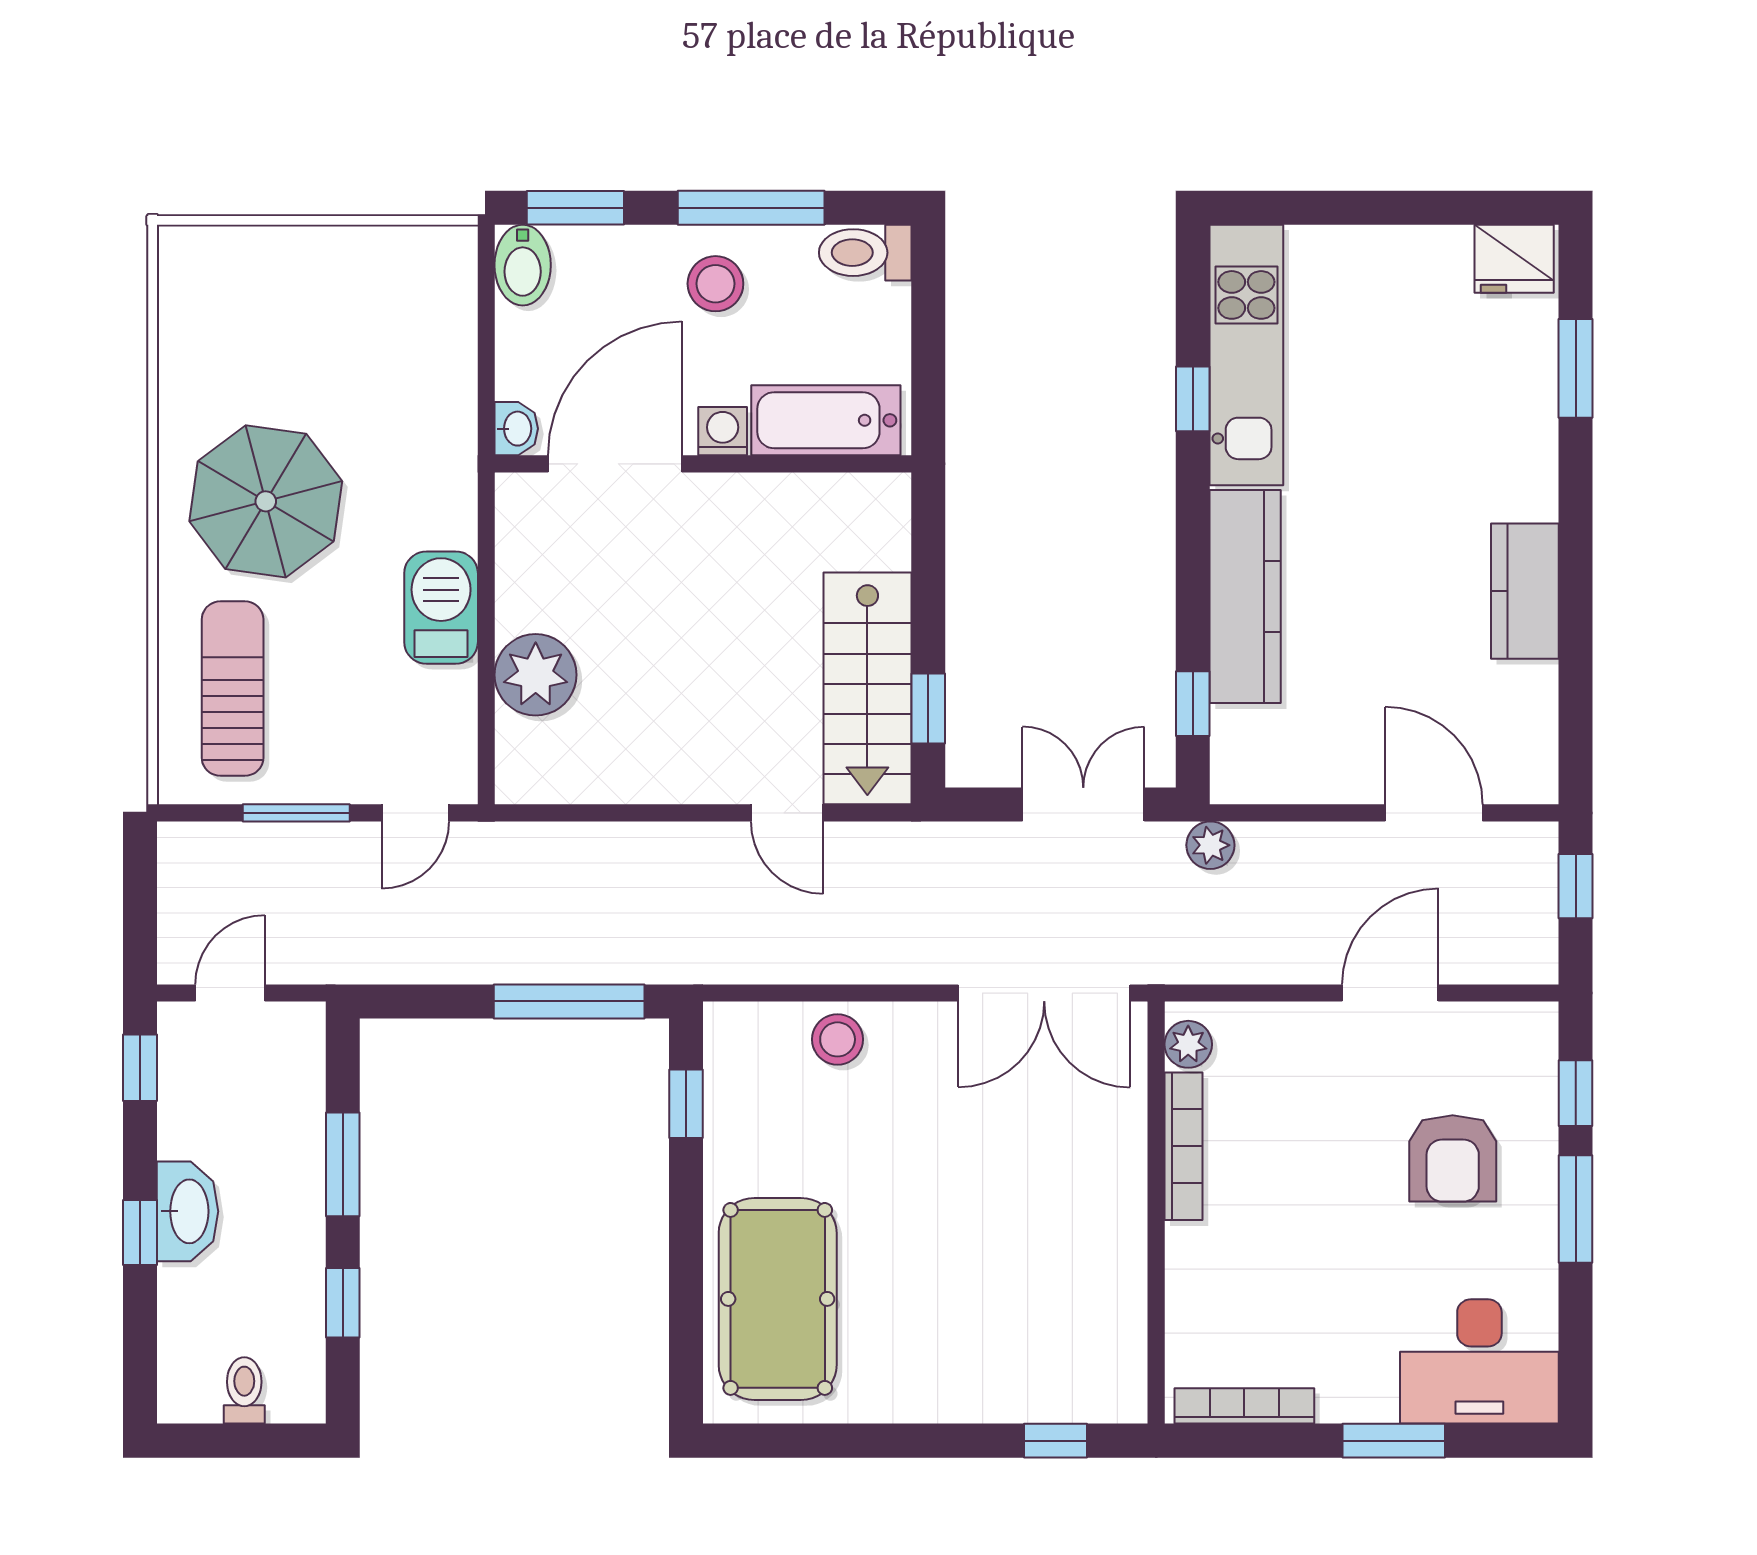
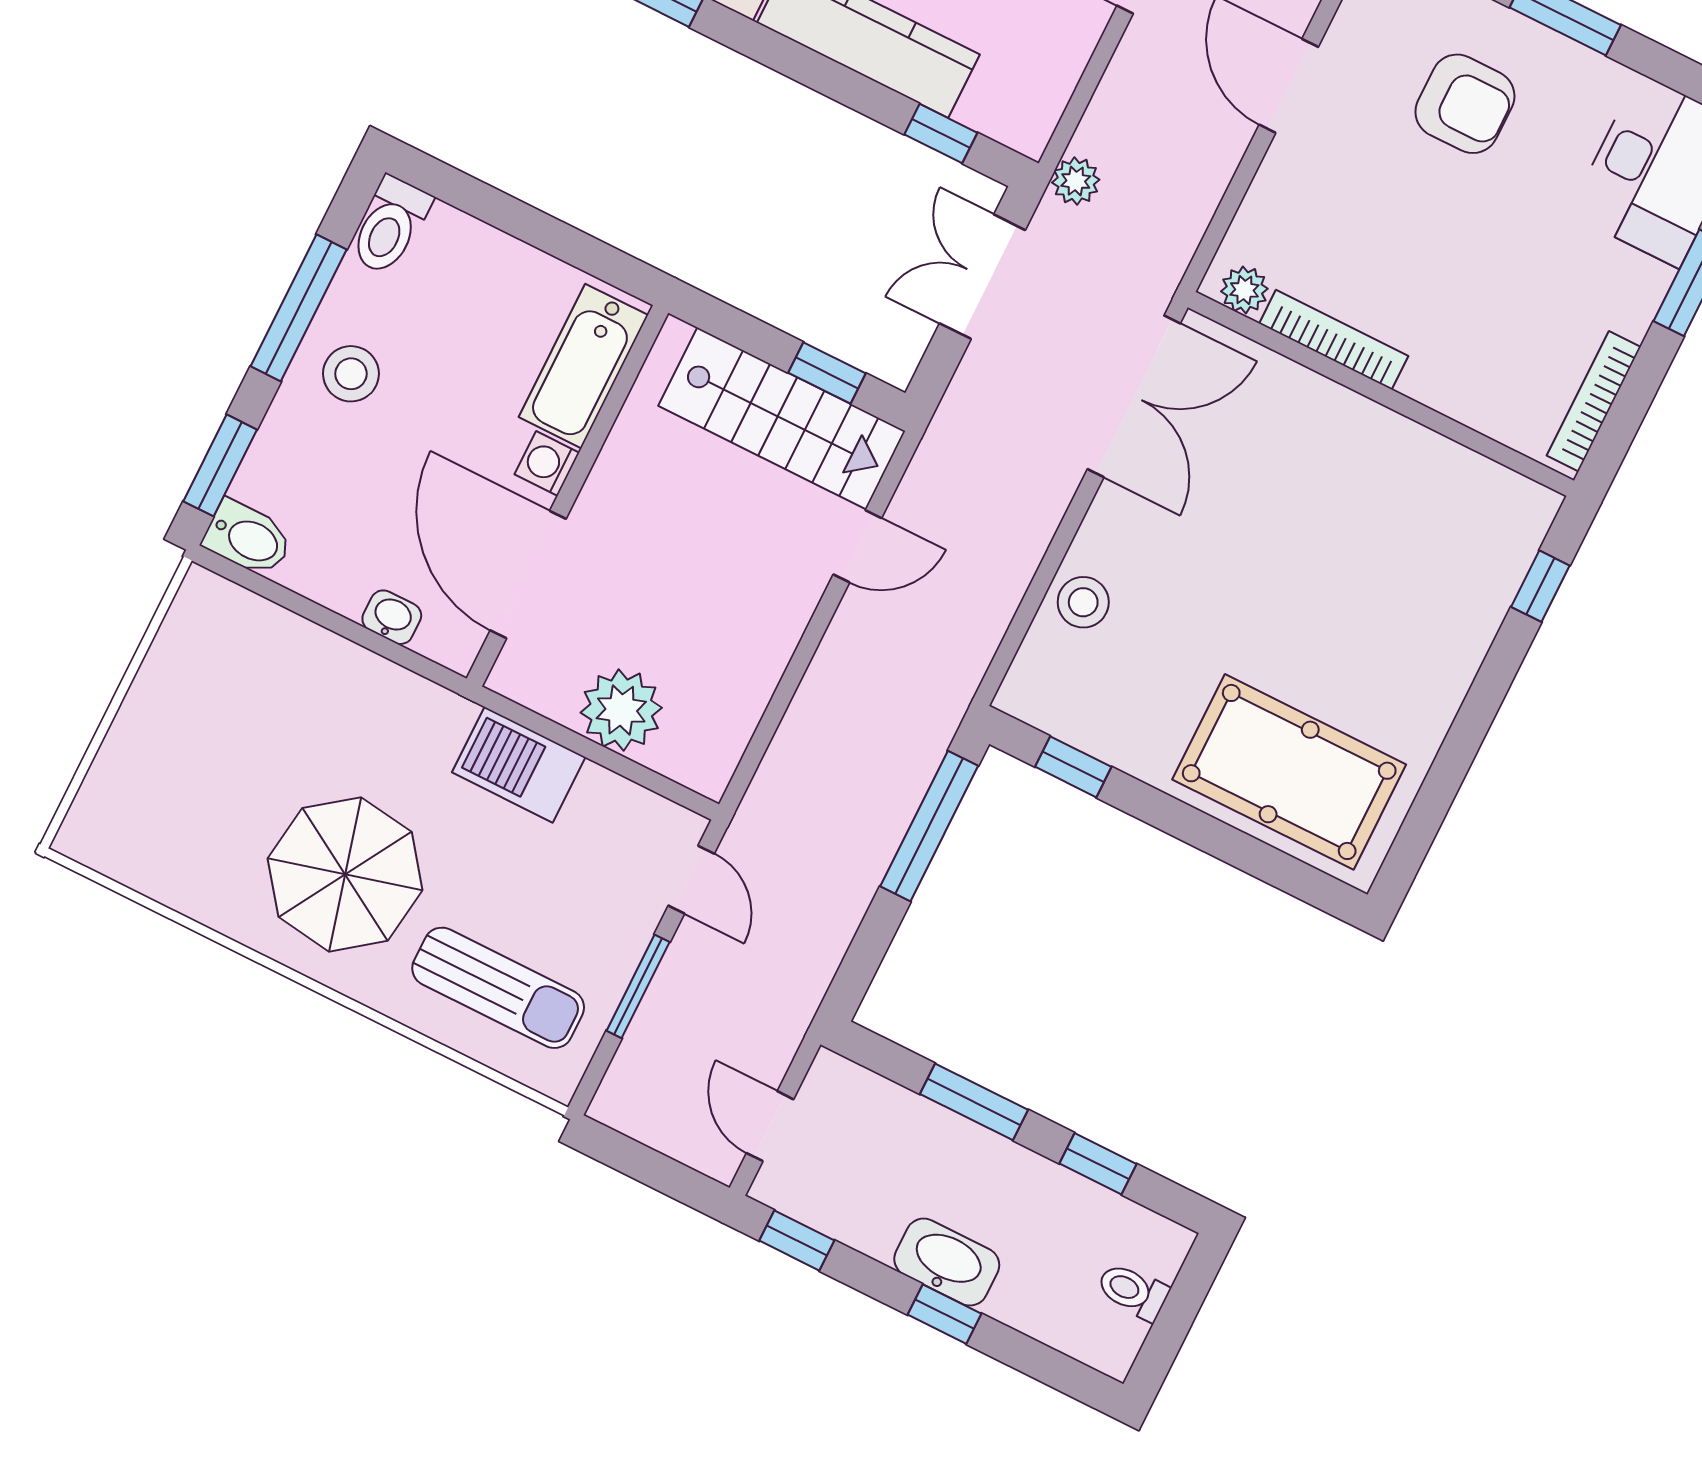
bathtub: (826, 420) -> (583, 366), moved
washing machine: (723, 431) -> (547, 464), moved
door: (615, 464) -> (528, 575), moved
wall: (703, 464) -> (567, 496), moved
sun lounger: (233, 689) -> (498, 988), turned 180

